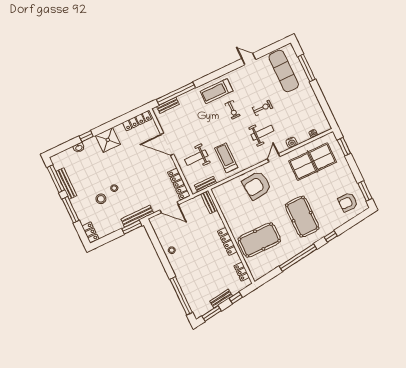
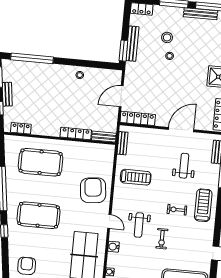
weight bench: (196, 158) -> (184, 166), moved
bench: (137, 216) -> (132, 44), moved
pool table: (259, 240) -> (41, 162), turned 90
locker: (227, 241) -> (76, 133), moved

